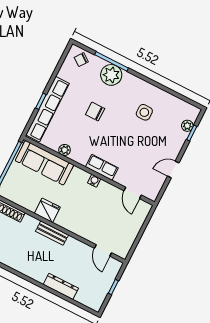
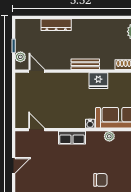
water cooler: (94, 181) -> (90, 124), moved
plant: (112, 273) -> (20, 57), added

